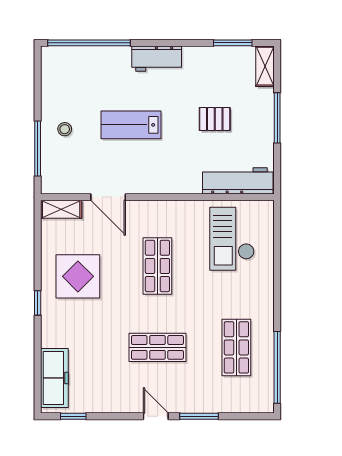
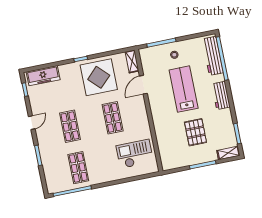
pallet: (215, 119) -> (195, 132), width x1.50, depth x1.42
lab bench: (131, 125) -> (184, 89), width x1.36, depth x1.39
workbench: (238, 181) -> (213, 56), moved, turned 180
shop shelf: (157, 266) -> (113, 118), turned 90
display table: (78, 276) -> (99, 77), width x1.36, depth x1.36
shop shelf: (236, 347) -> (78, 168), turned 90
door: (156, 416) -> (32, 123), moved

